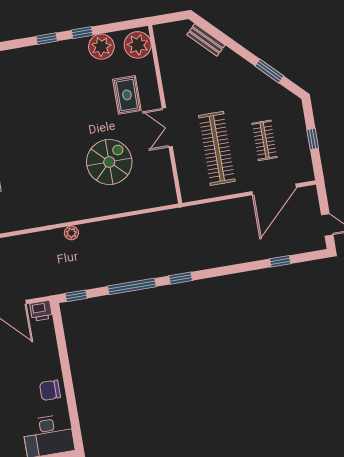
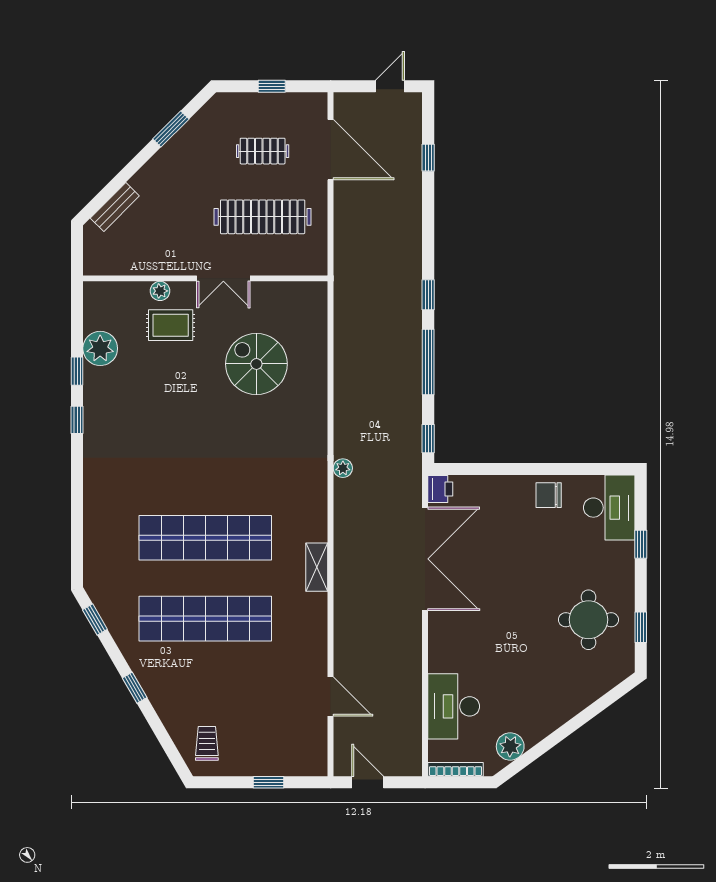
plant: (138, 45) -> (160, 291), moved, width x0.53, depth x0.53
plant: (71, 233) -> (343, 468), moved
chair: (50, 390) -> (549, 495), turned 90

